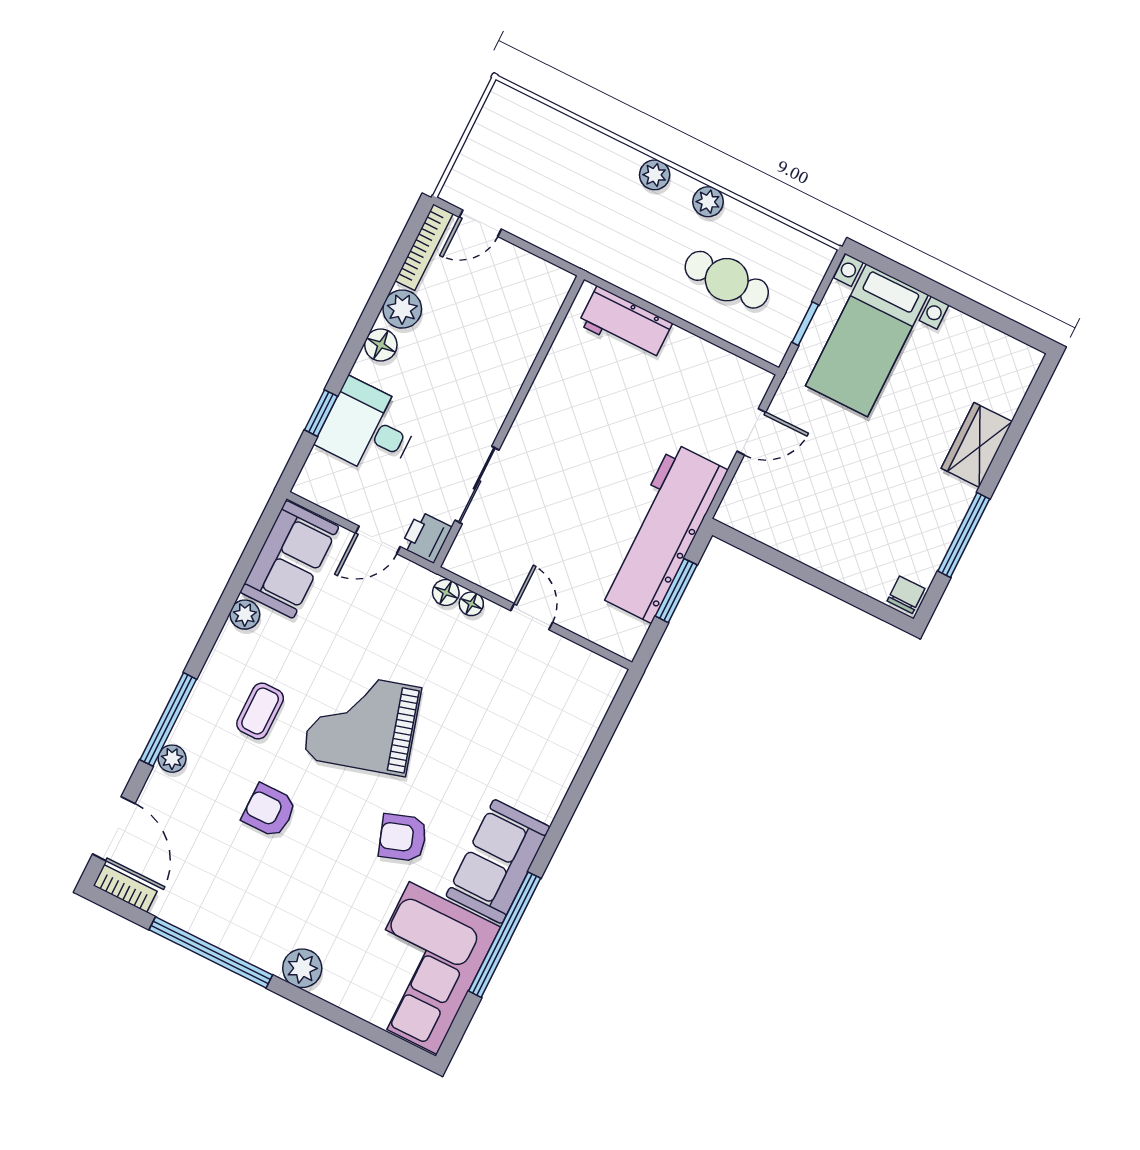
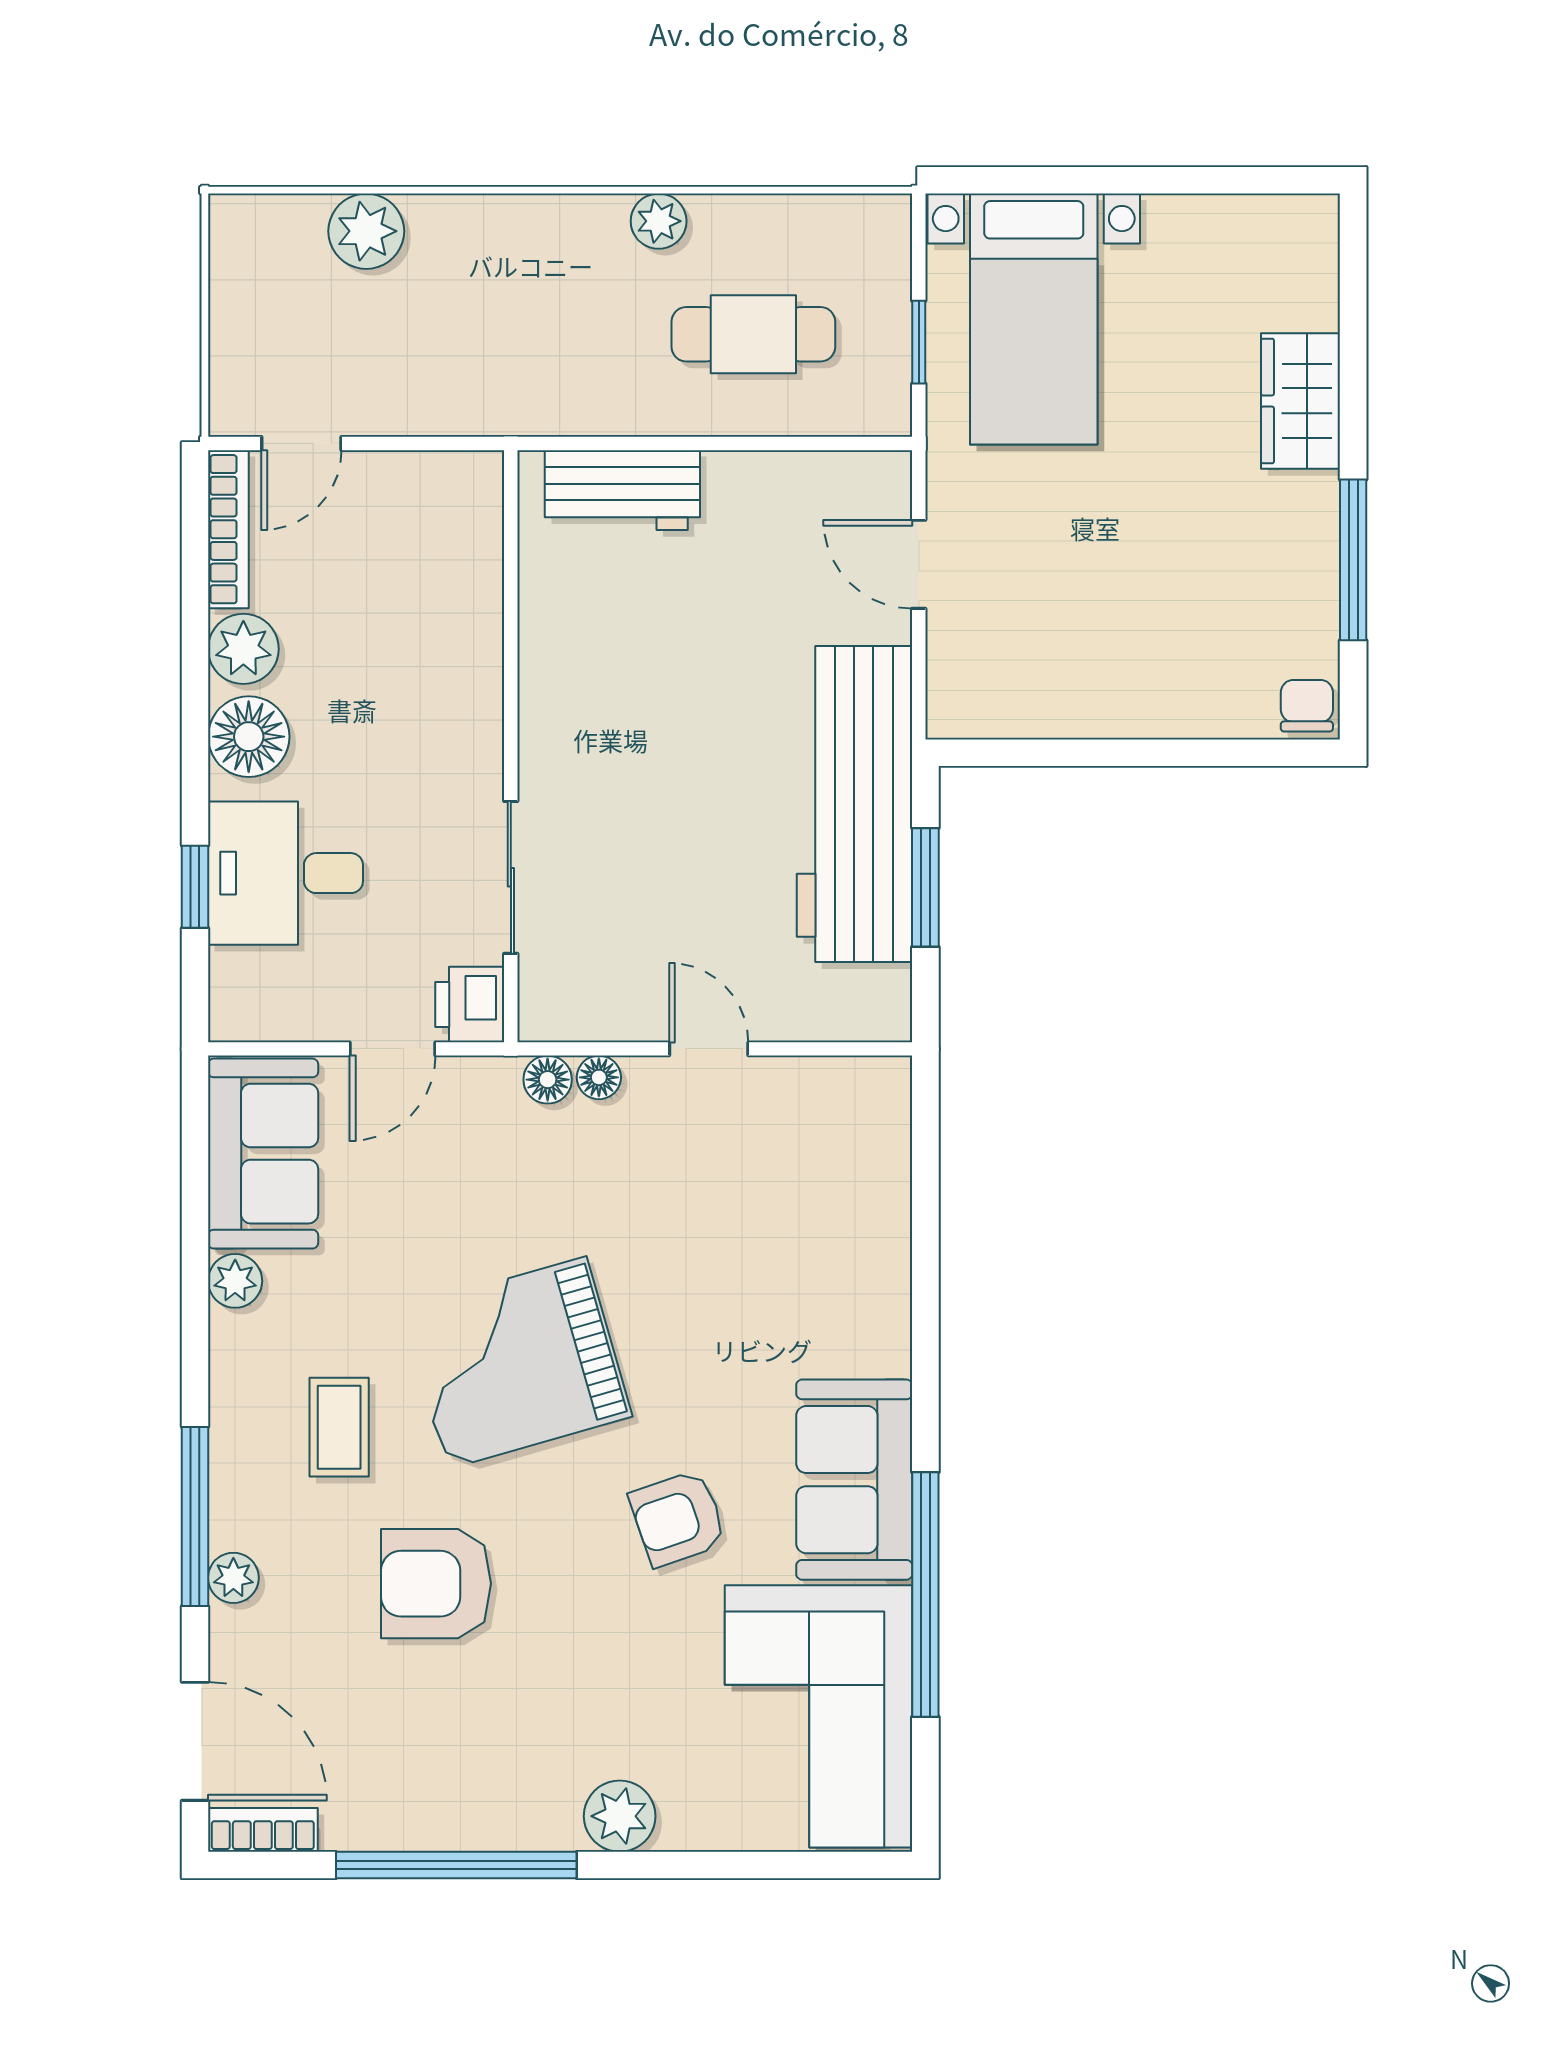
plant: (655, 175) -> (366, 231), moved, width x1.38, depth x1.38
floor lamp: (381, 345) -> (249, 737), width x1.38, depth x1.38
door: (751, 432) -> (919, 564), swing flipped
armchair: (269, 811) -> (436, 1584), width x1.38, depth x1.38

